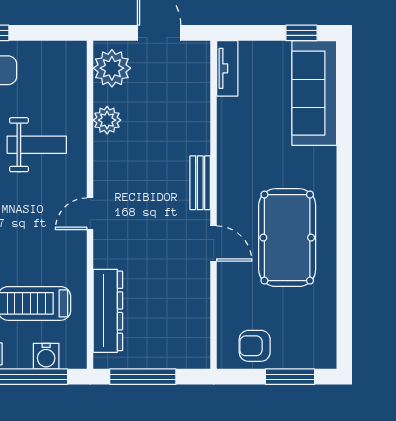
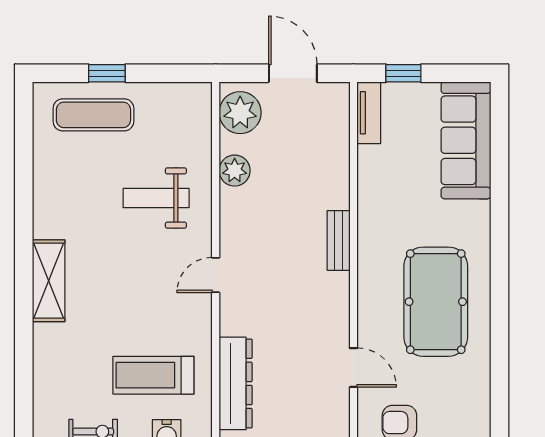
window: (301, 33) -> (403, 73), moved
weight bench: (37, 145) -> (156, 198), turned 180
door: (214, 244) -> (354, 368), moved

